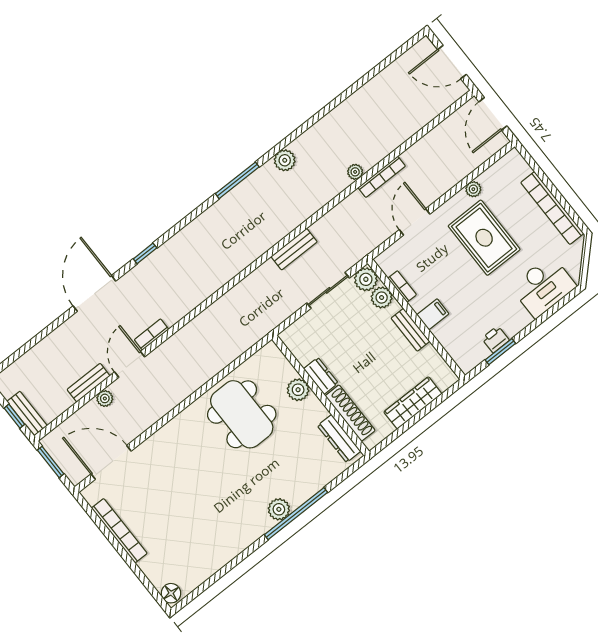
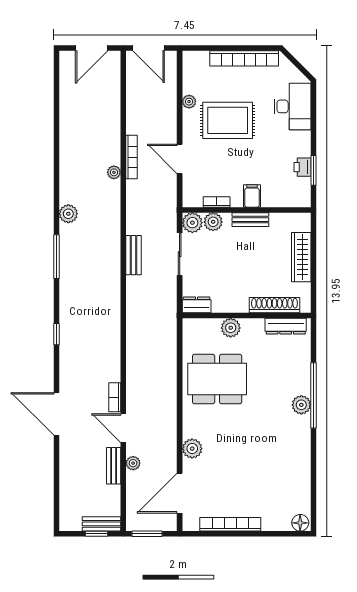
window: (145, 253) -> (56, 334), moved
dresser: (321, 376) -> (197, 305), moved
plant: (161, 442) -> (192, 449), added

